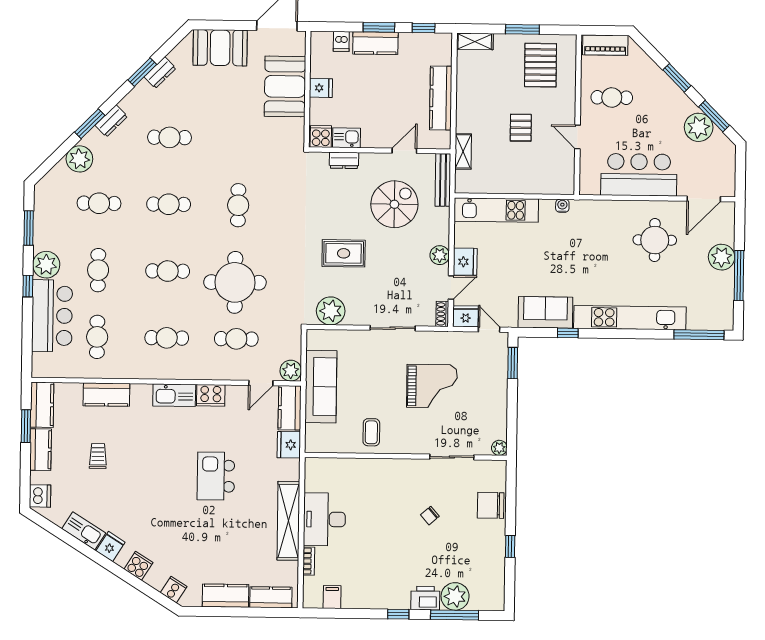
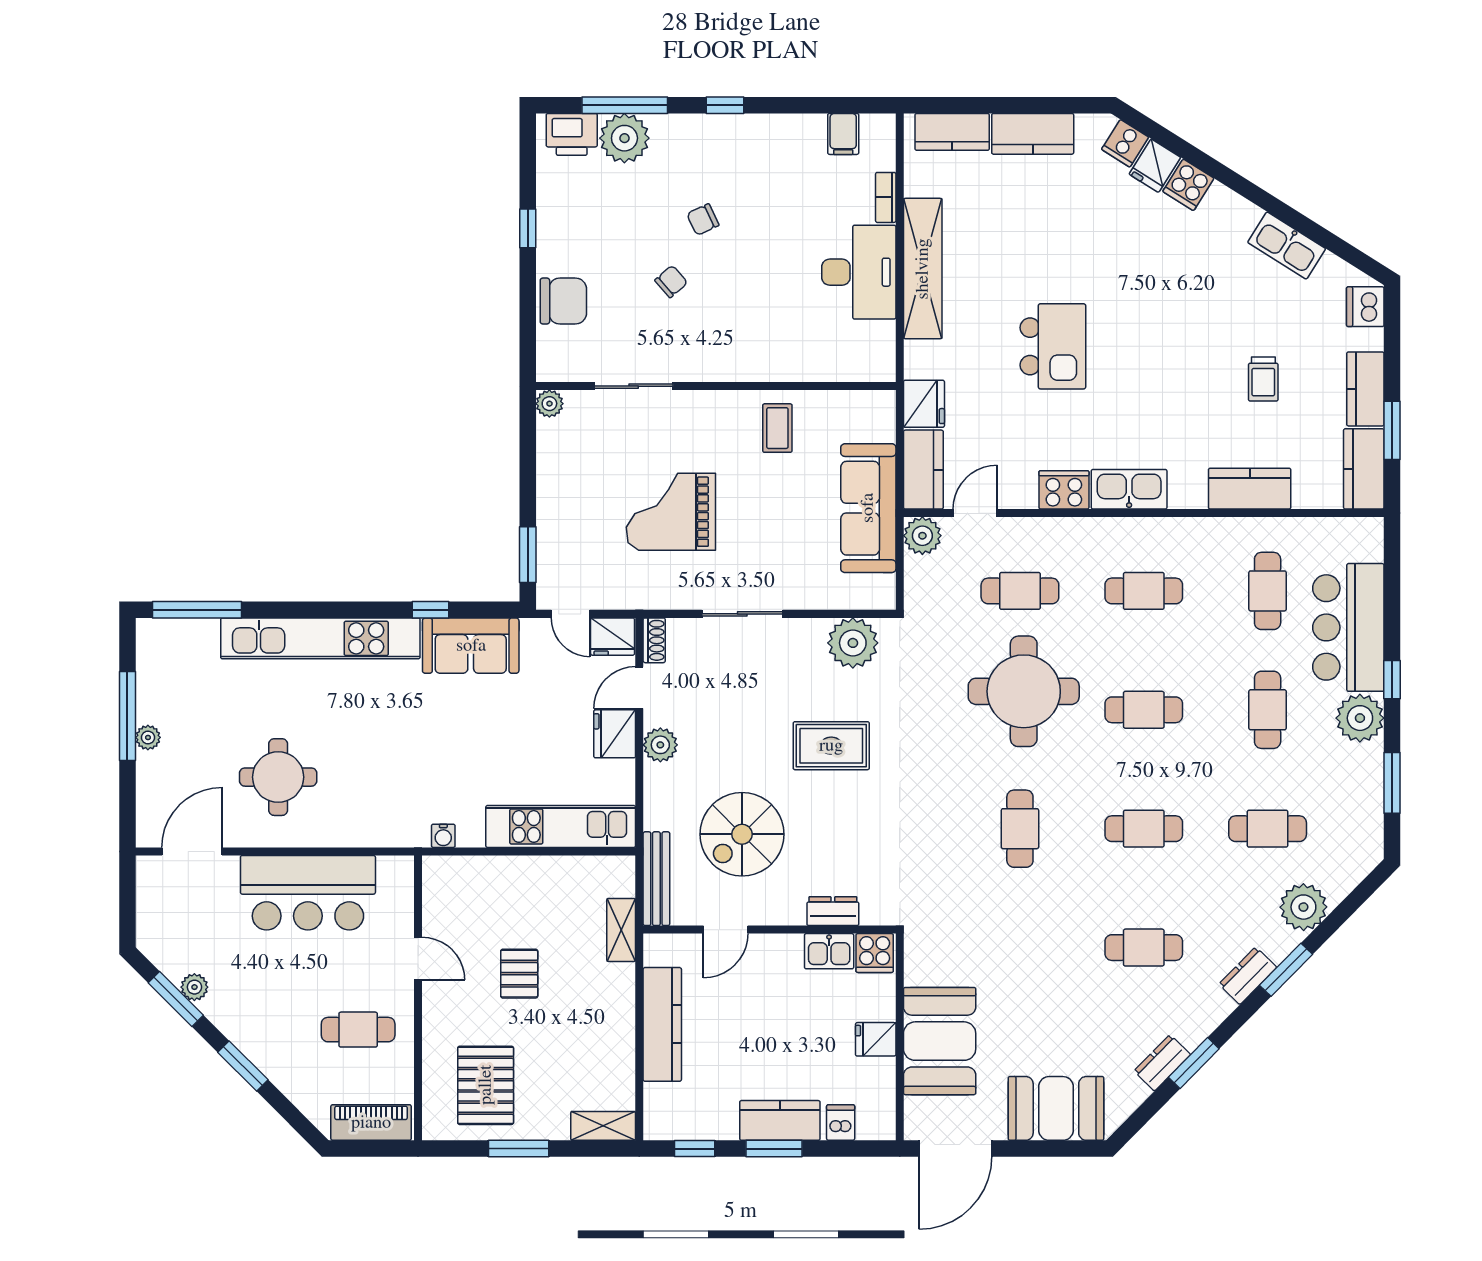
plant: (699, 127) -> (194, 987), width x0.53, depth x0.53
plant: (722, 257) -> (148, 737), width x0.53, depth x0.53
fridge: (110, 547) -> (1155, 166), moved
chair: (412, 550) -> (703, 220), added
printer: (425, 598) -> (572, 134), moved

